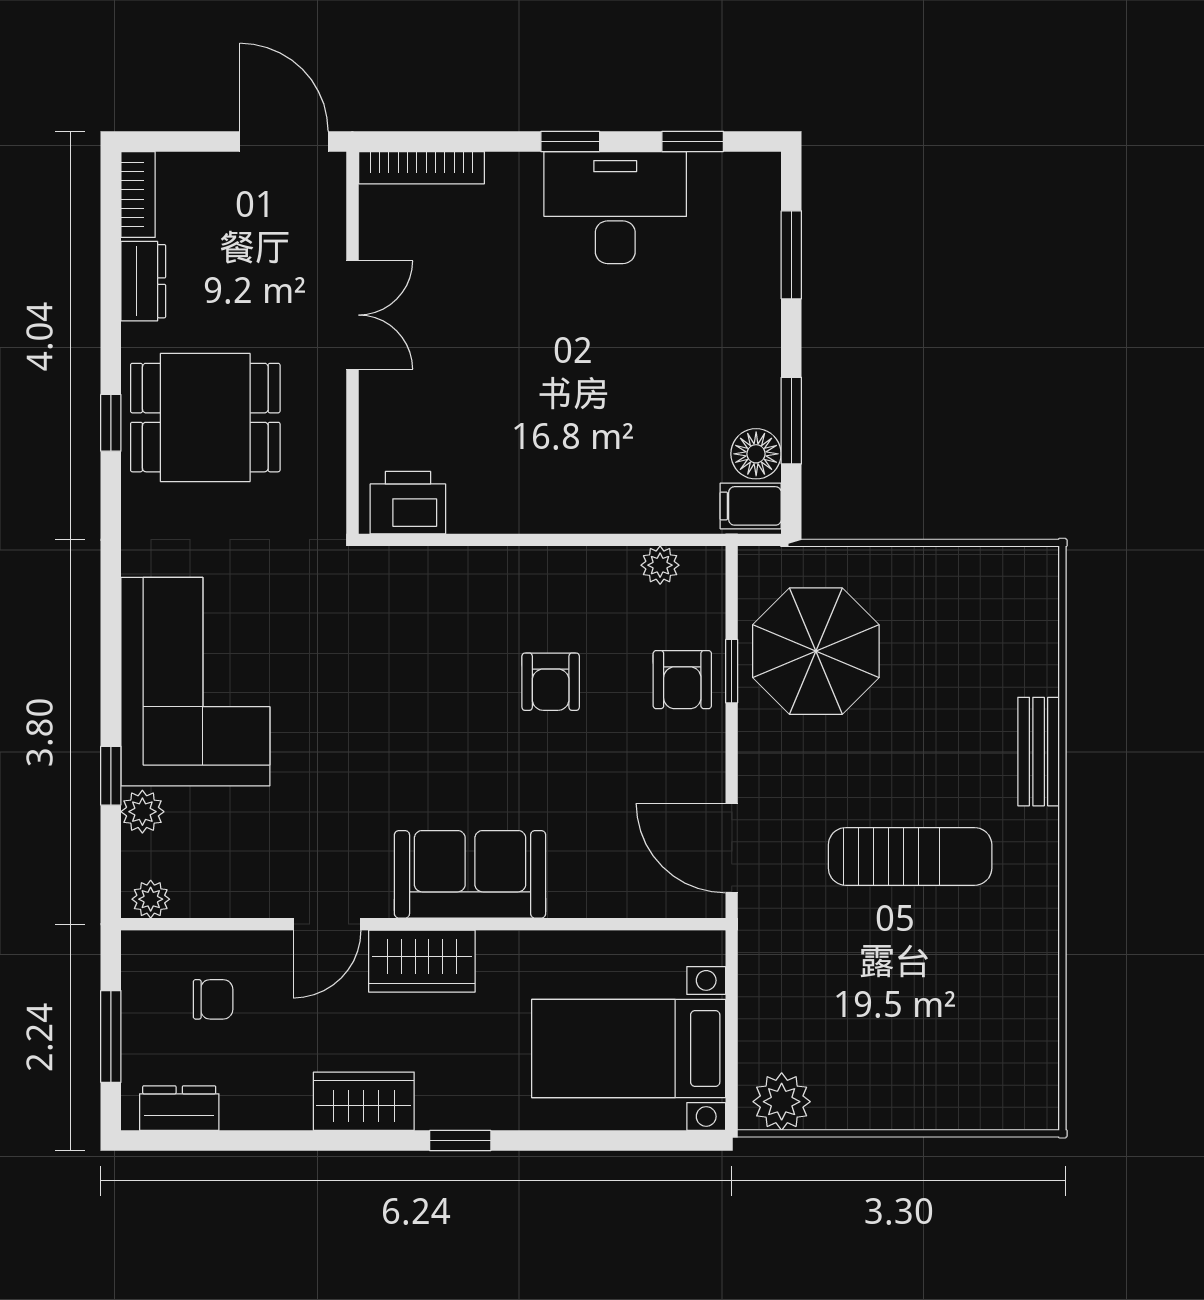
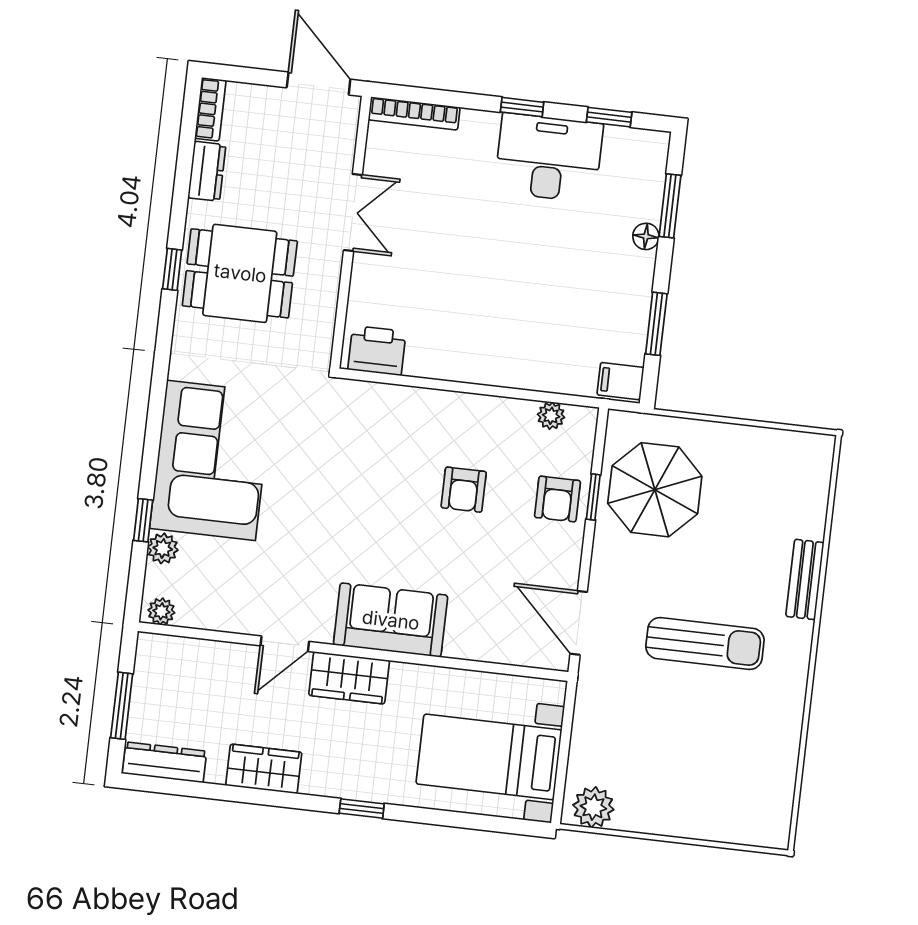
floor lamp: (756, 454) -> (646, 236), moved, width x0.73, depth x0.73
chair: (213, 999) -> (197, 688), removed
wardrobe: (364, 1101) -> (264, 769), moved
dresser: (179, 1108) -> (164, 762), width x1.44

